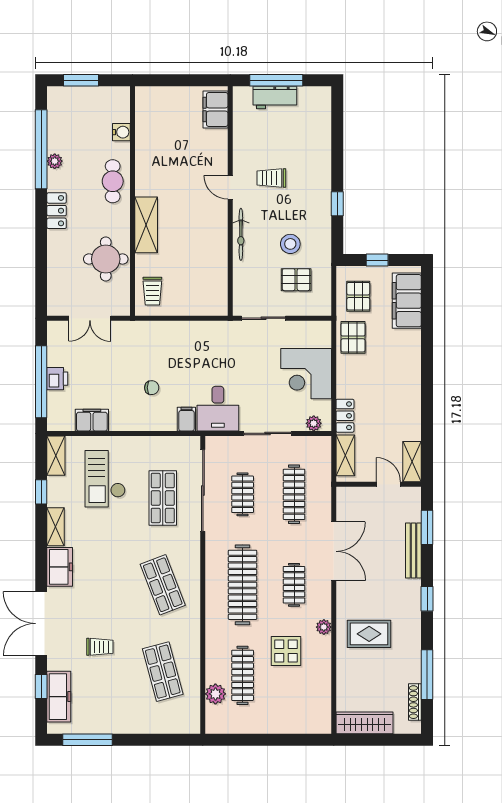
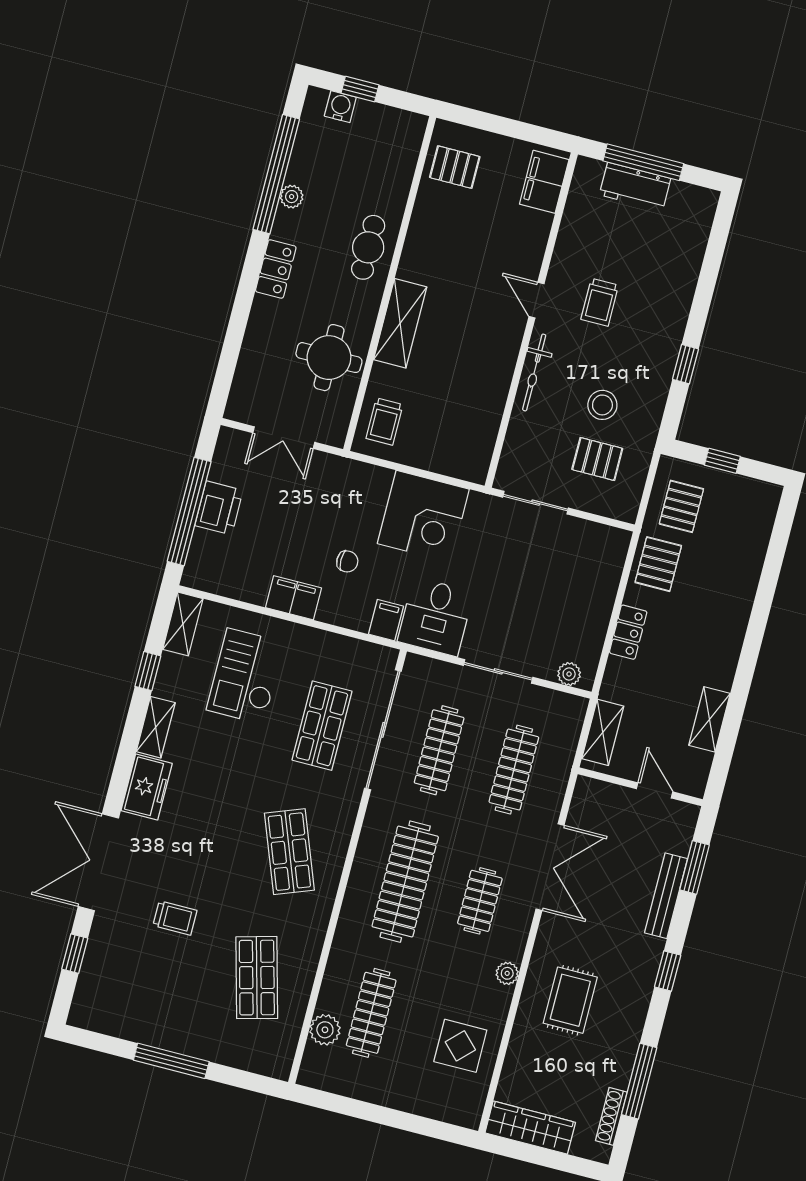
window: (81, 80) -> (360, 89), width x0.67
pallet: (155, 115) -> (455, 167), added
water cooler: (121, 132) -> (340, 107), moved, turned -90
trolley: (271, 178) -> (600, 302), turned -90
filing cabinet: (407, 301) -> (750, 531), removed
corner desk: (306, 374) -> (423, 516), moved, turned -90
printer: (57, 379) -> (219, 508), width x1.36, depth x1.24
locker: (345, 416) -> (628, 632), moved
filing cabinet: (92, 420) -> (294, 598), moved
shelving: (412, 462) -> (710, 719), moved
clothes rail: (243, 494) -> (439, 750), width x1.36
rug: (369, 634) -> (570, 1000), turned 90
display table: (286, 651) -> (460, 1046), moved
freezer: (59, 697) -> (97, 975), removed
window: (88, 740) -> (171, 1061), moved

